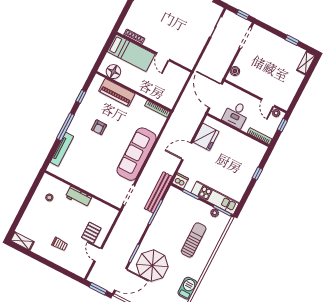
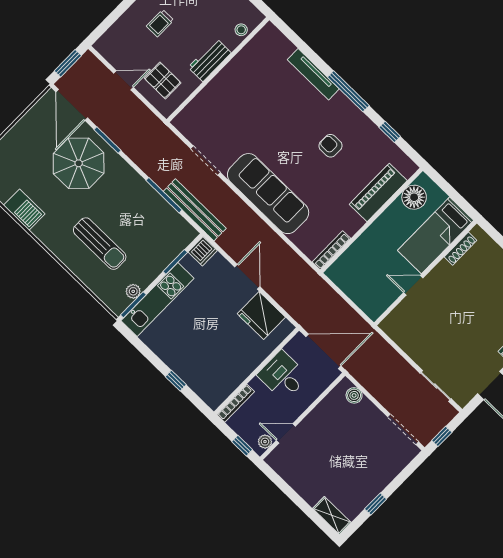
wall: (83, 191) -> (218, 70), moved
workbench: (78, 197) -> (210, 60), moved

